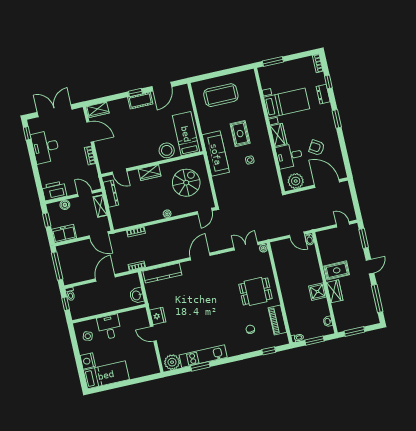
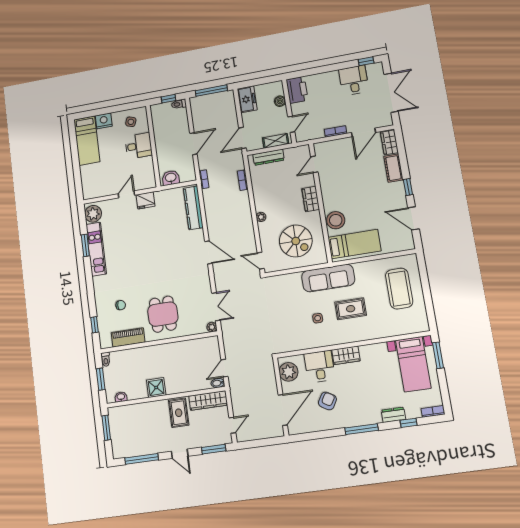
cot: (140, 101) -> (393, 168), moved
bed with nightstands: (287, 103) -> (413, 364), moved
window: (337, 119) -> (361, 429), width x1.44
desk: (45, 147) -> (354, 80), width x0.73
dresser: (111, 194) -> (269, 157), moved
window: (47, 220) -> (264, 81), removed
door: (105, 278) -> (193, 144), hinge flipped
wardrobe: (335, 291) -> (208, 401), moved, width x1.50

